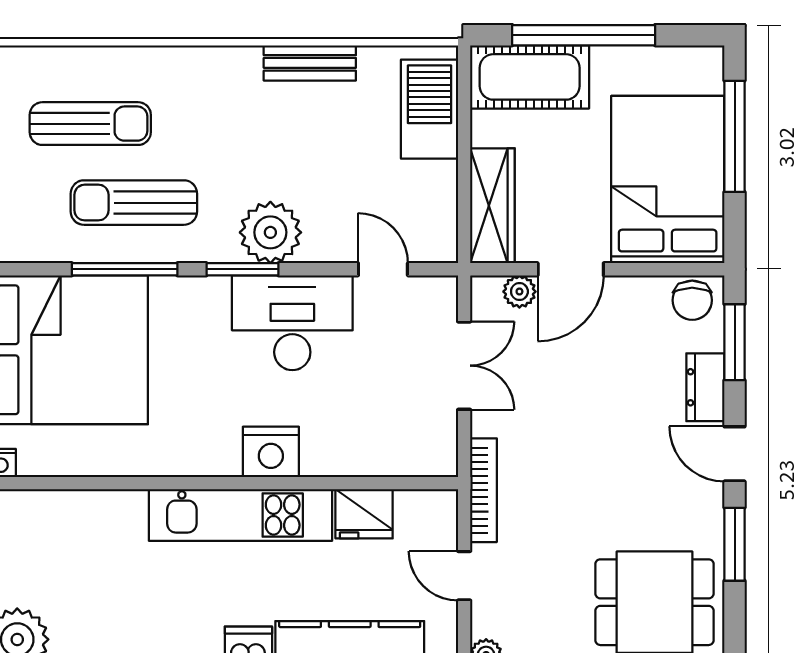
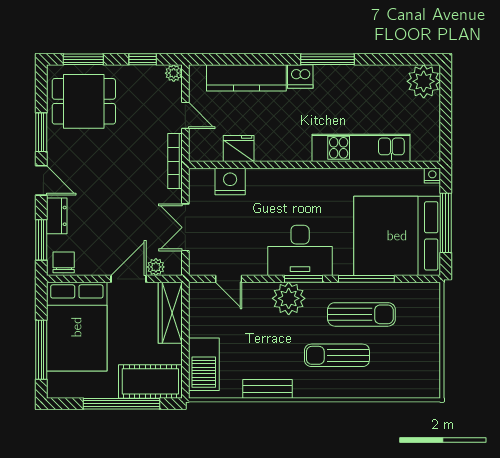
sun lounger: (90, 124) -> (337, 355), moved
desk: (292, 323) -> (300, 250), moved
nightstand: (271, 452) -> (230, 181), moved
kitchen unit: (241, 515) -> (361, 148), moved

